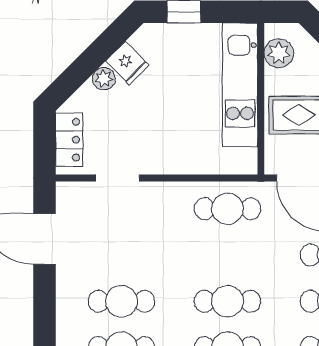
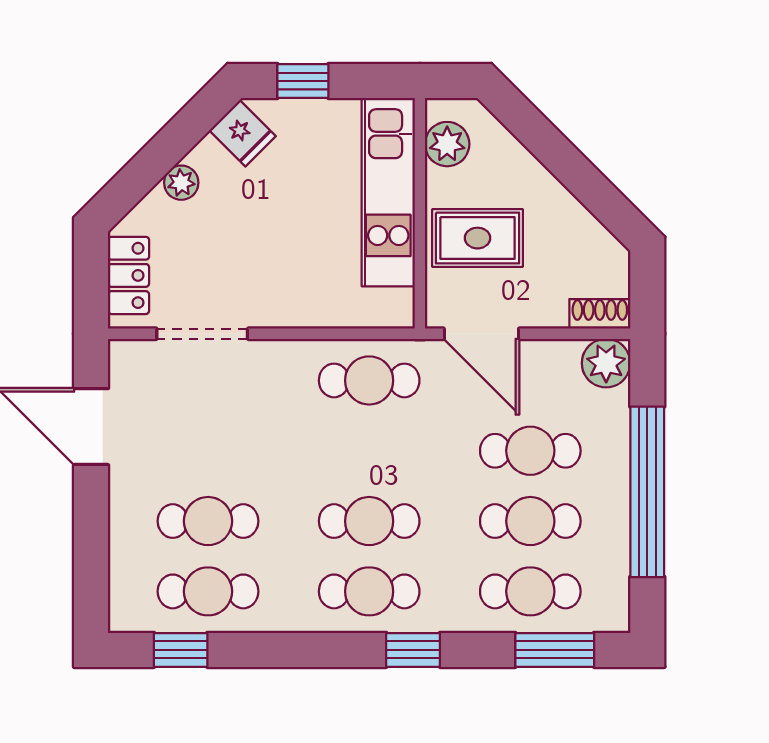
fridge: (127, 63) -> (243, 133), moved
doorway: (118, 178) -> (202, 334), width x1.38

